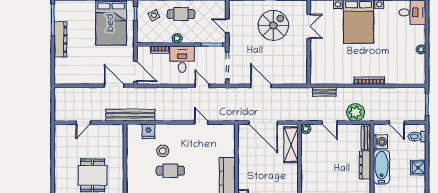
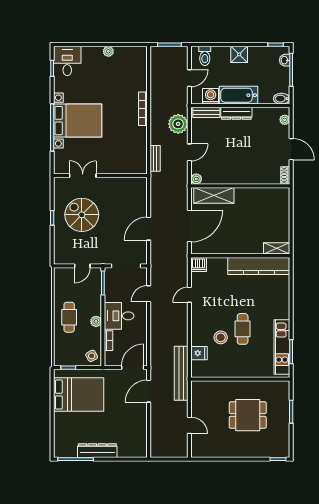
side table: (154, 15) -> (92, 356), moved
dishwasher: (229, 131) -> (199, 264), added

